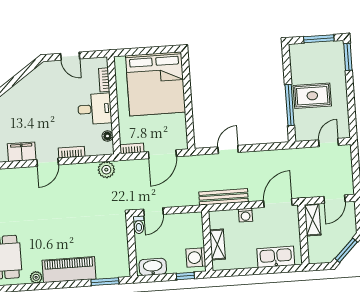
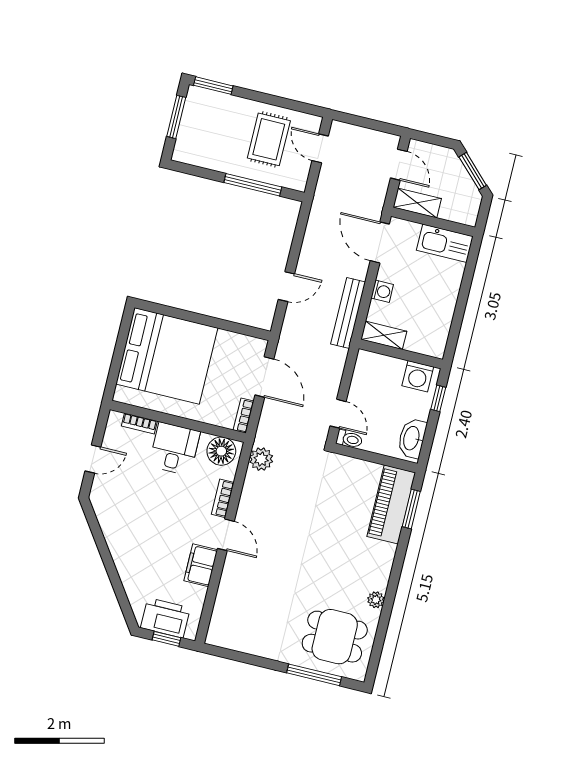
rug: (312, 96) -> (269, 139), moved
floor lamp: (107, 136) -> (221, 451), width x1.89, depth x1.89
door: (228, 150) -> (286, 287), swing flipped
shelving: (217, 245) -> (384, 335), moved
kitchen sink: (276, 257) -> (445, 243), moved, turned -90
piano: (69, 270) -> (391, 504), moved

